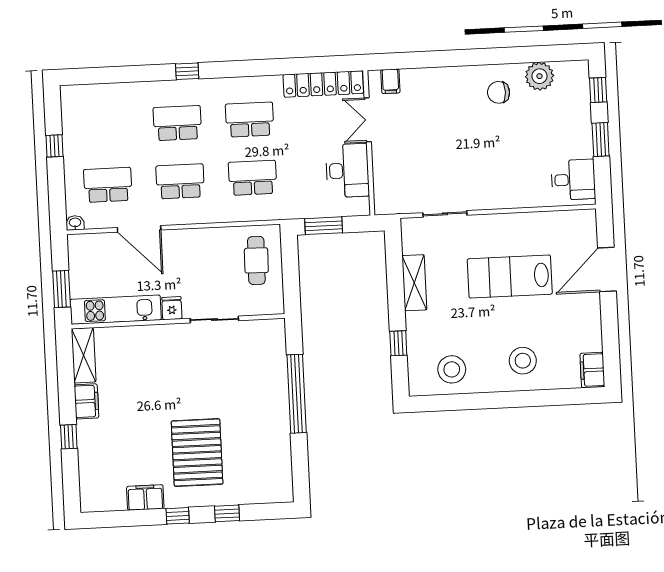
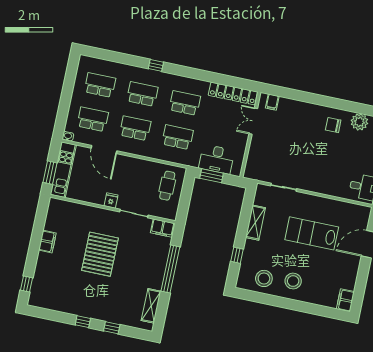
school desk: (105, 127) -> (100, 85), added
window: (55, 146) -> (68, 89), removed
desk: (347, 170) -> (217, 159), moved, turned 90
kitchen unit: (116, 310) -> (63, 170), moved, turned 90
shelving: (84, 355) -> (151, 306), moved
stool: (523, 361) -> (293, 281), moved
window: (69, 437) -> (27, 284), moved
pallet: (197, 453) -> (100, 254), moved
filing cabinet: (145, 497) -> (162, 228), moved, turned 180

